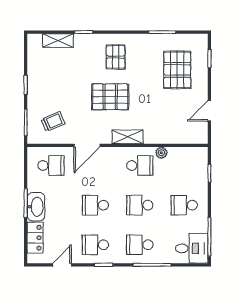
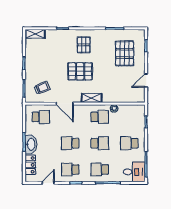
shelving: (58, 41) -> (35, 34), moved
door: (87, 145) -> (65, 104), hinge flipped
school desk: (140, 205) -> (100, 143), turned 180

